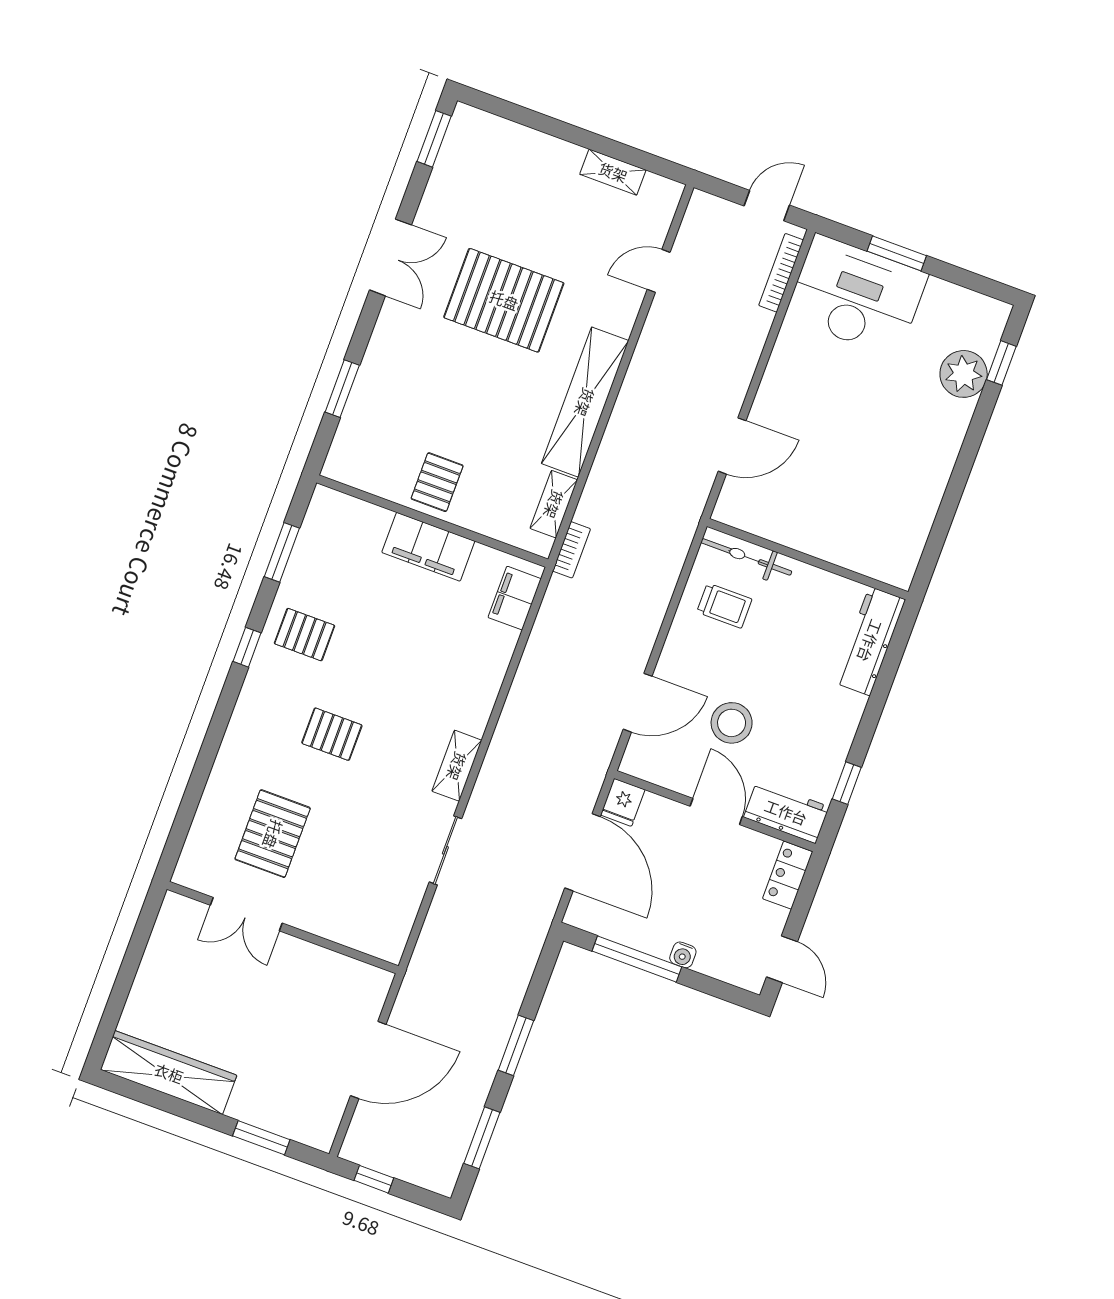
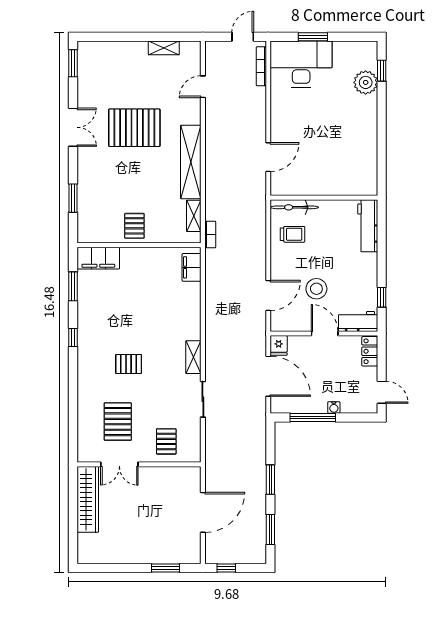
filing cabinet: (428, 547) -> (98, 258), moved
pallet: (304, 635) -> (166, 441), moved, turned 90
wardrobe: (169, 1073) -> (88, 499), moved, turned 90

